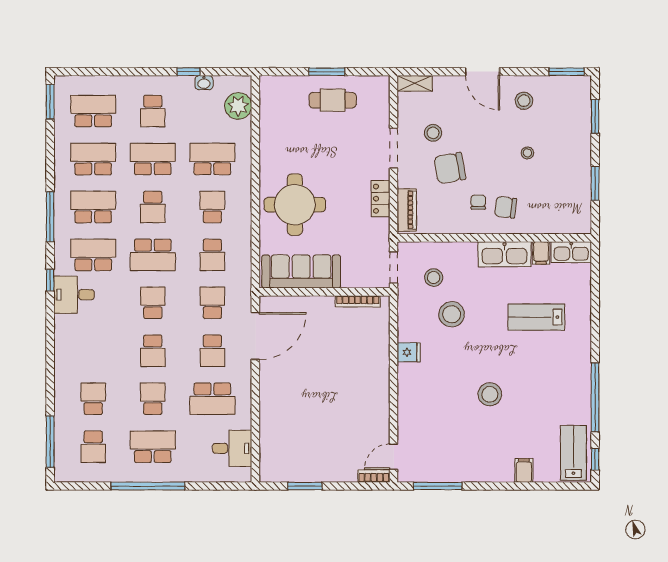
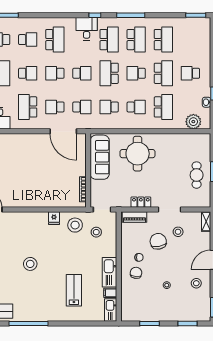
school desk: (93, 111) -> (55, 40), moved
stool: (452, 314) -> (75, 225), moved

